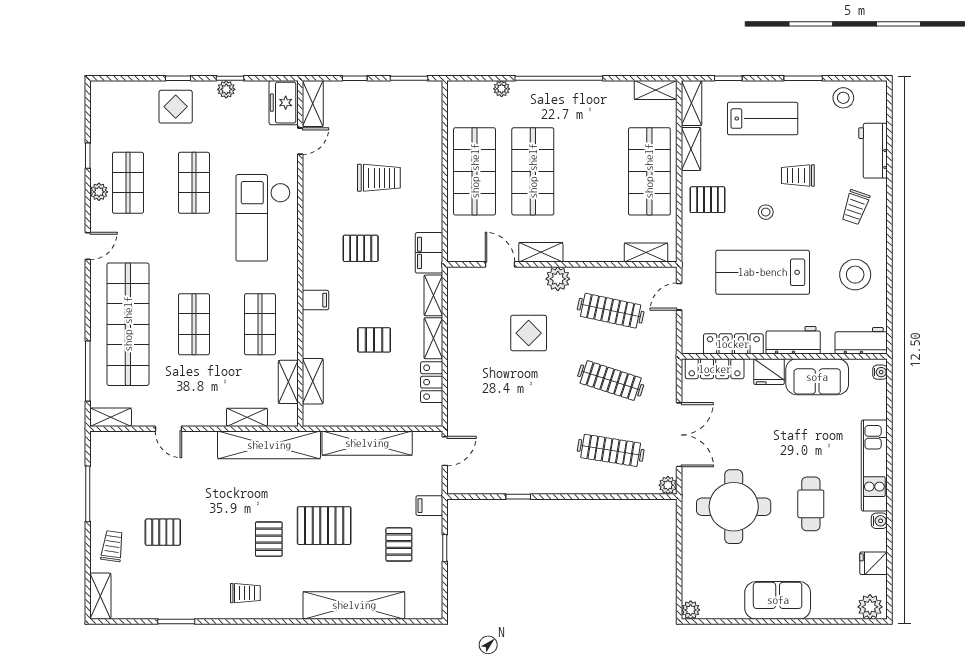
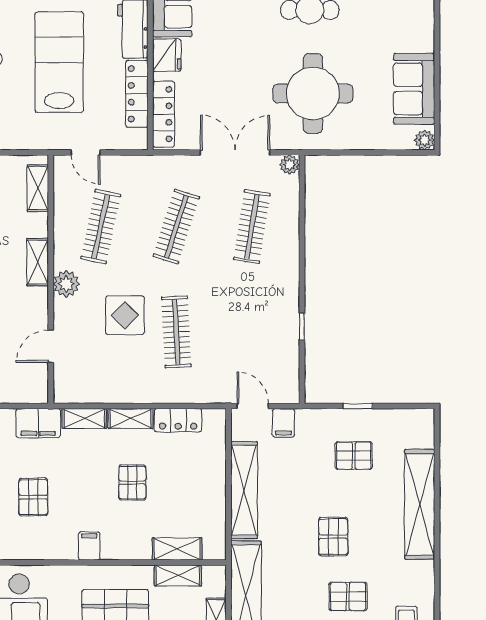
shelving: (541, 252) -> (38, 262), moved
lab bench: (763, 272) -> (59, 62), turned 180
clothes rail: (513, 381) -> (176, 332), added
filing cabinet: (429, 506) -> (283, 423), moved
pallet: (324, 526) -> (333, 537), width x0.67, depth x0.71
sofa: (778, 600) -> (414, 89), moved

